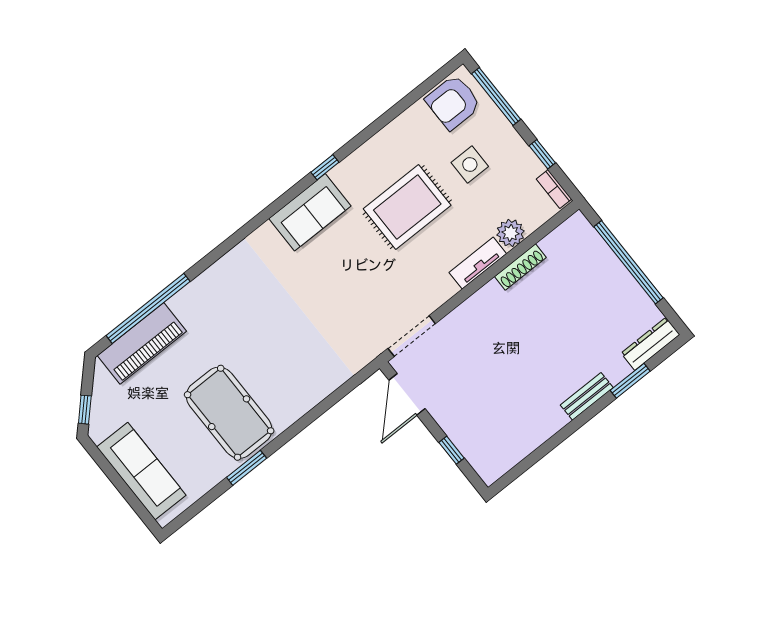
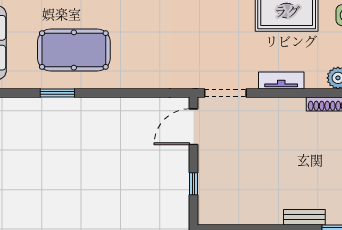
tv unit: (478, 263) -> (281, 80), moved
pool table: (229, 413) -> (74, 50), turned 90

